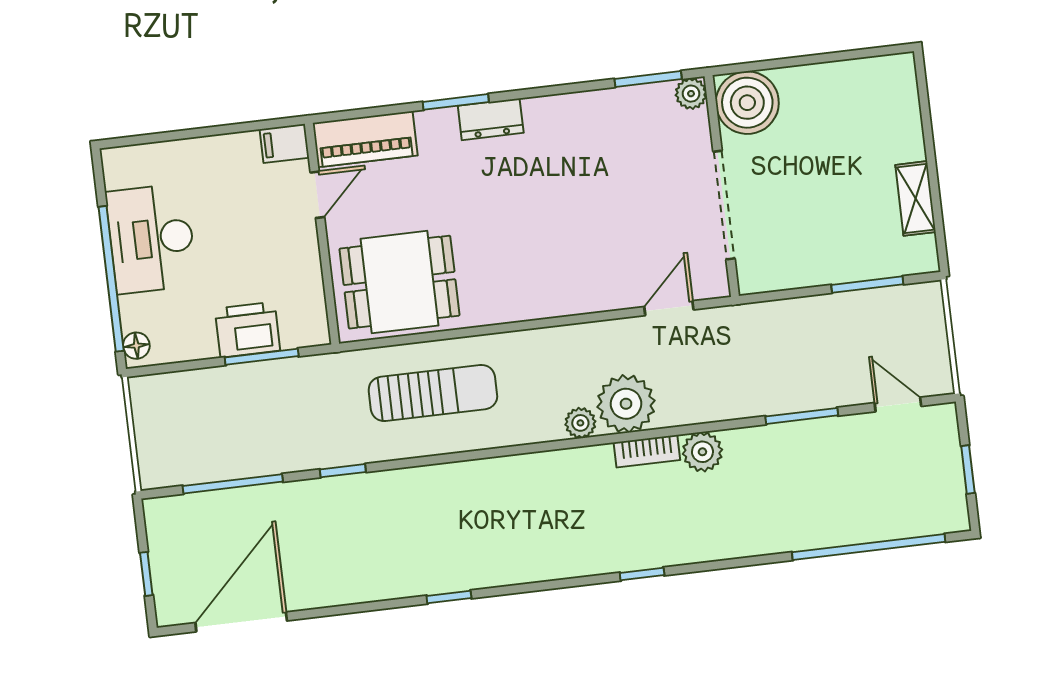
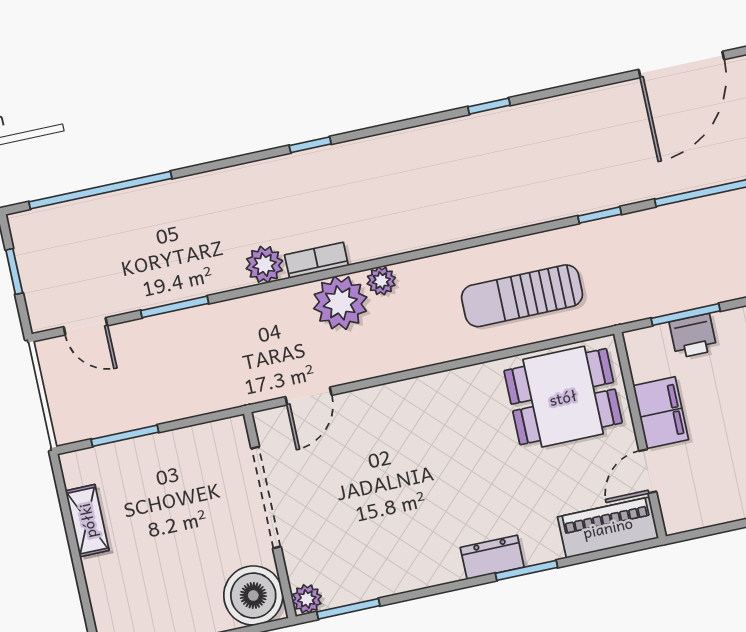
filing cabinet: (284, 144) -> (661, 413), moved, width x2.00
printer: (247, 330) -> (693, 336), width x0.73, depth x0.81

